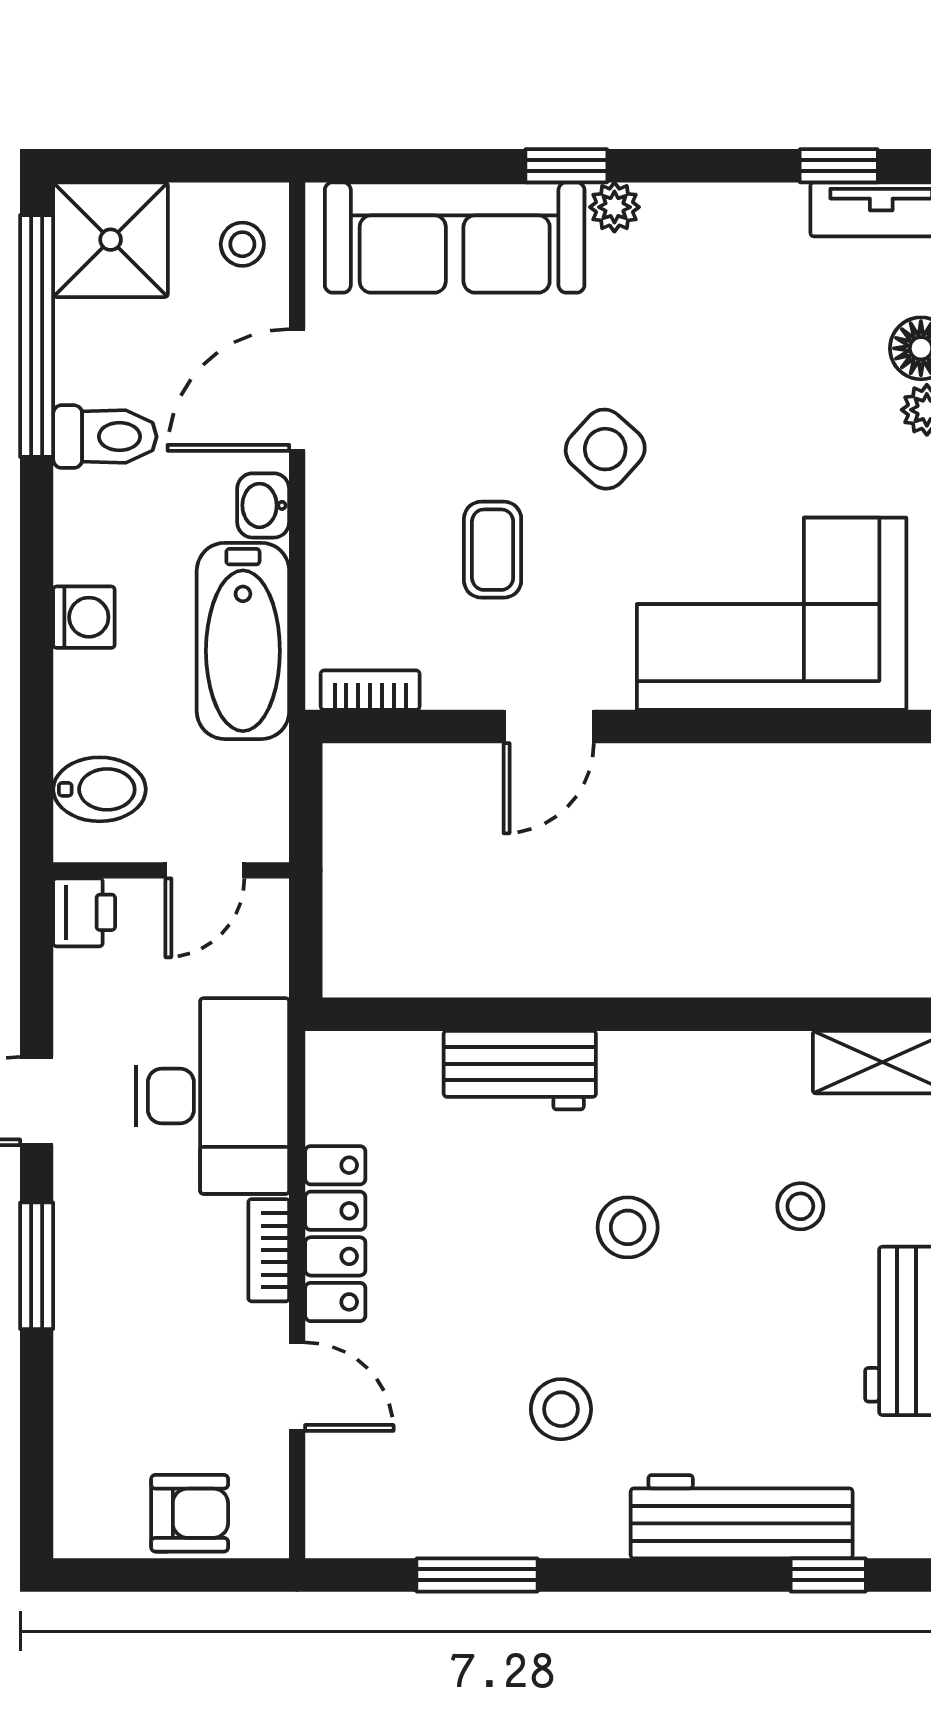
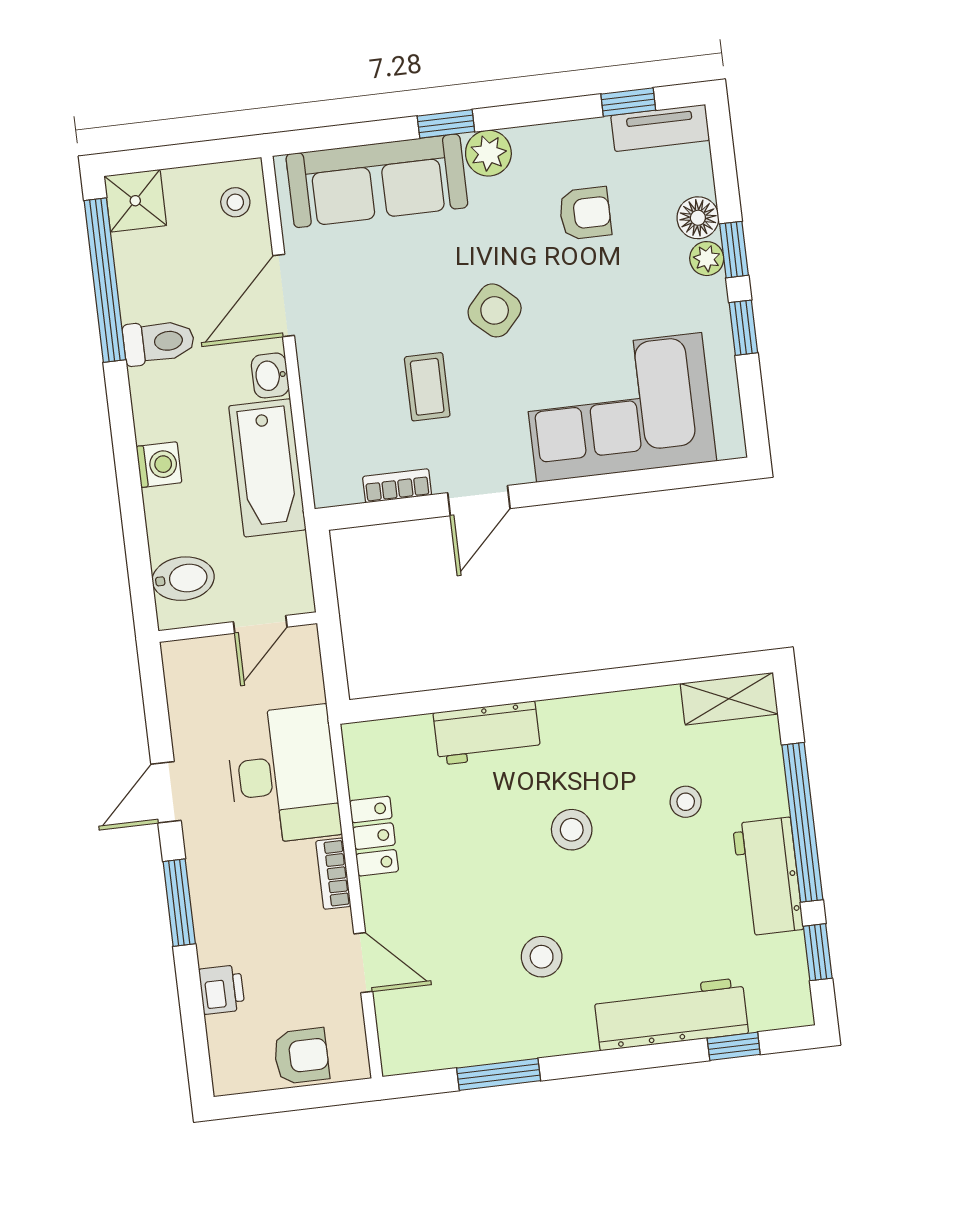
plant: (614, 207) -> (488, 153), width x1.38, depth x1.38
shower: (111, 240) -> (135, 201), width x0.73, depth x0.73
armchair: (756, 322) -> (585, 213), added
bookcase: (370, 690) -> (397, 486), moved
printer: (84, 912) -> (222, 990), moved
locker: (335, 1234) -> (374, 836), width x0.66

